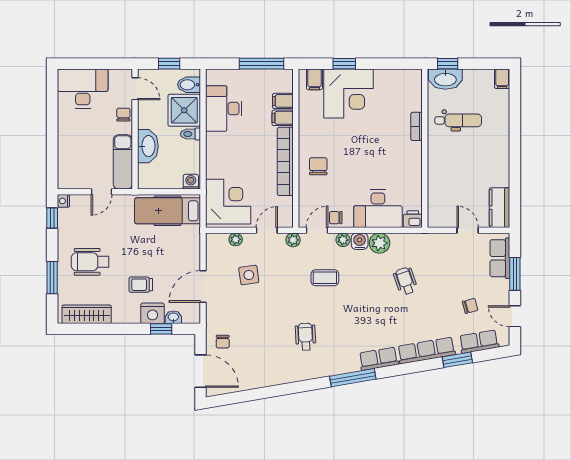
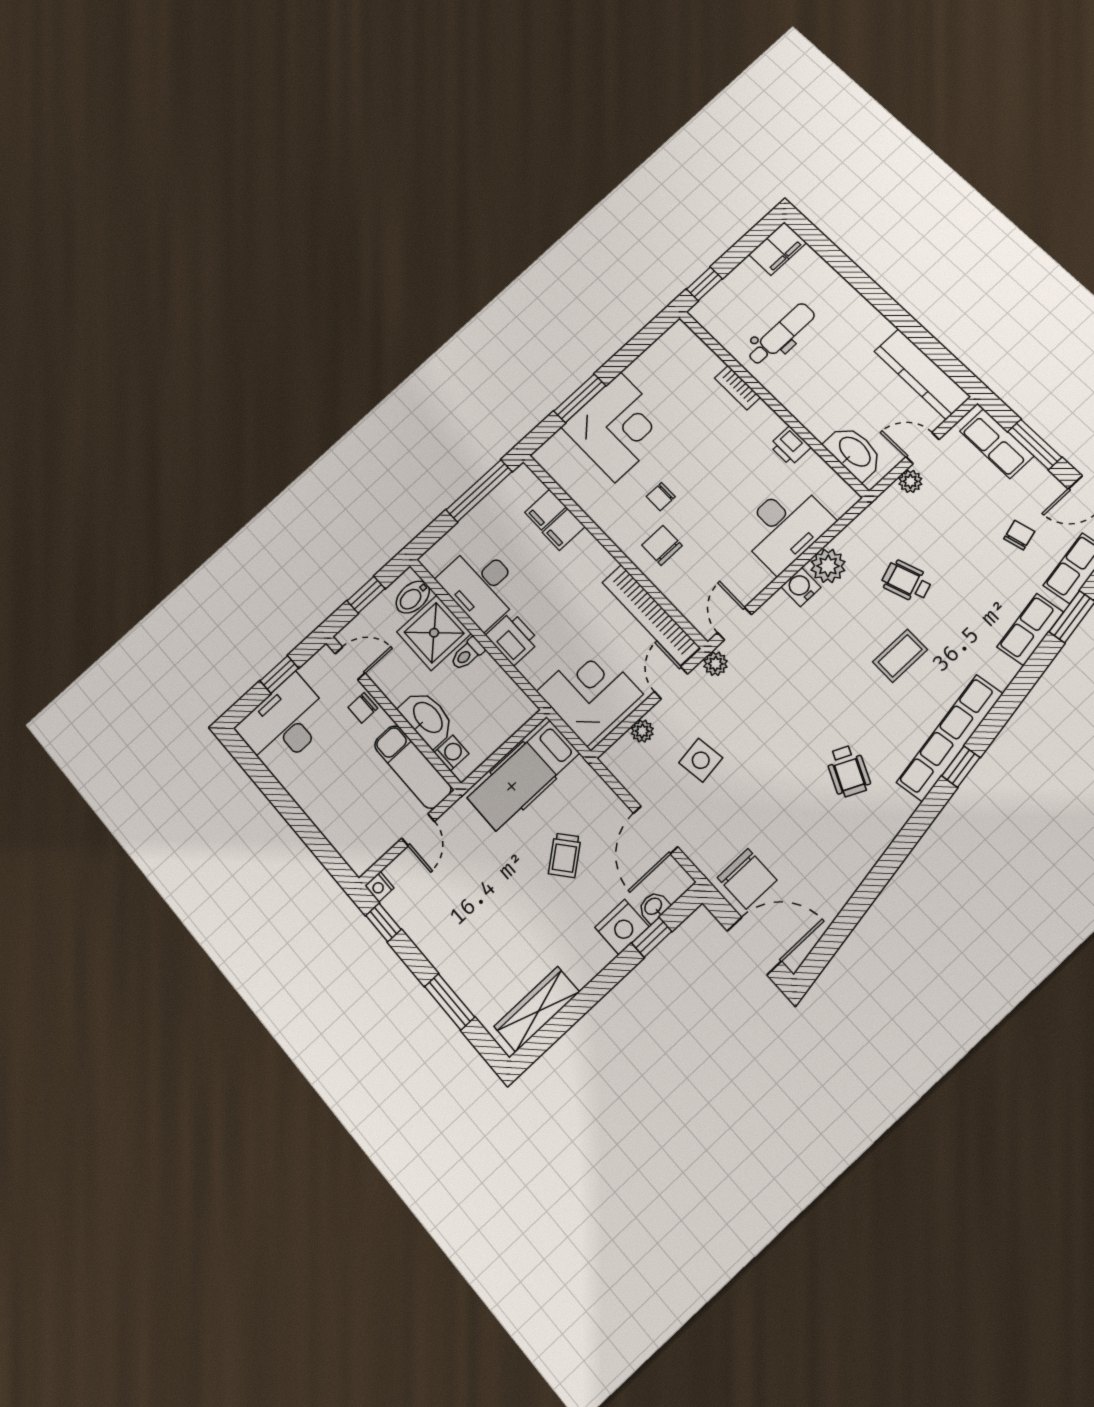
window: (99, 64) -> (279, 674), added
window: (344, 64) -> (580, 398), width x1.50
filing cabinet: (315, 79) -> (561, 449), removed
washbasin: (445, 79) -> (854, 452), moved, turned -90
filing cabinet: (502, 79) -> (778, 248), width x2.00
chair: (123, 115) -> (363, 708), turned -90
printer: (216, 146) -> (513, 638), added
bookcase: (285, 161) -> (651, 615), moved
washing machine: (191, 182) -> (451, 753), moved, turned 90
kitchen counter: (500, 208) -> (922, 374), width x1.50
chair: (336, 218) -> (661, 497), moved
printer: (413, 219) -> (790, 446), moved, turned -90
plant: (343, 240) -> (910, 481), moved
wheelchair: (90, 262) -> (481, 934), removed
coffee table: (325, 278) -> (900, 656), moved
trolley: (141, 285) -> (565, 855), moved, turned -39
wheelchair: (306, 337) -> (848, 771), turned -152
chair: (223, 342) -> (747, 879), width x1.87, depth x1.87
row of seats: (426, 350) -> (1030, 630), width x0.68
row of seats: (379, 359) -> (950, 738), width x2.02
window: (353, 378) -> (961, 767), width x0.46

